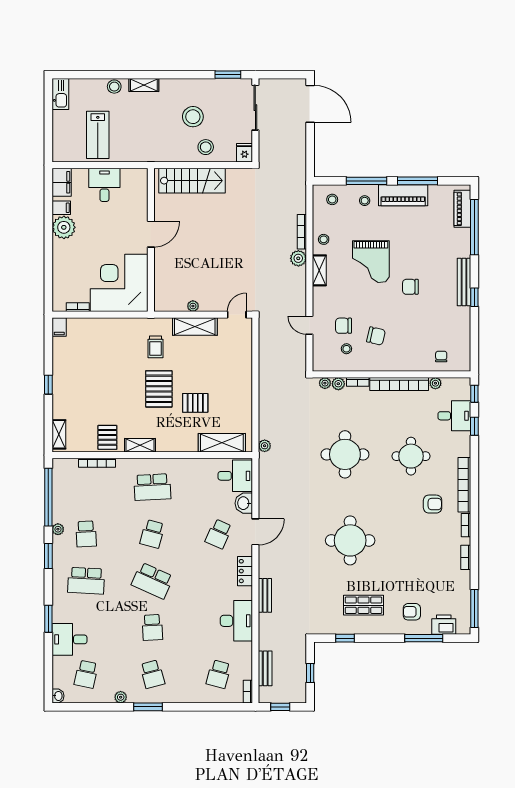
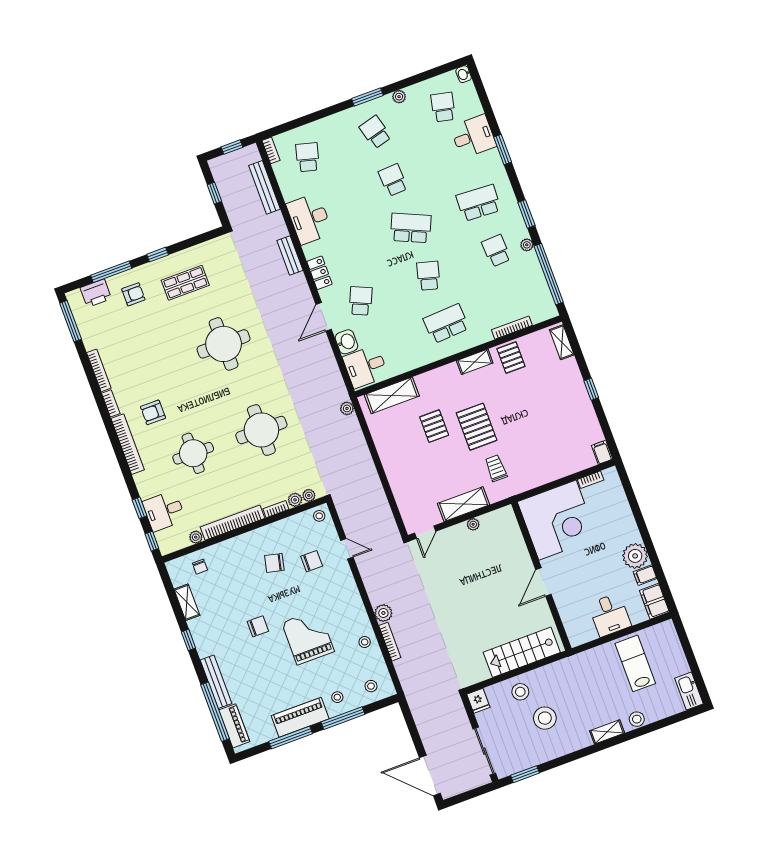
shelving: (319, 270) -> (187, 602), moved
bench: (464, 282) -> (216, 682), moved
stool: (346, 349) -> (319, 516), moved
pallet: (195, 403) -> (434, 426), turned 90
bookcase: (466, 557) -> (99, 370), width x1.56
window: (345, 638) -> (158, 255), moved
bench: (265, 668) -> (265, 187), width x1.36

